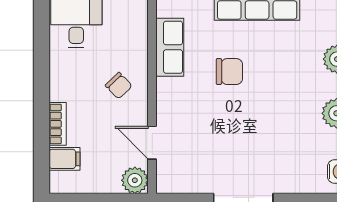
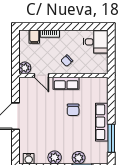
row of seats: (170, 47) -> (66, 83), moved
door: (152, 143) -> (41, 75), swing flipped

